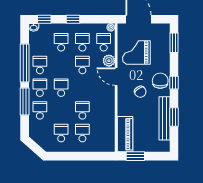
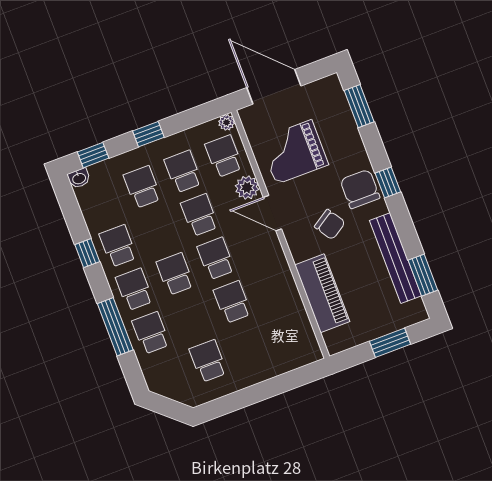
window: (25, 63) -> (87, 253), width x0.32
window: (174, 117) -> (423, 275), moved
school desk: (82, 133) -> (216, 259), moved
piano: (125, 134) -> (322, 293), moved
window: (135, 156) -> (390, 343), moved

